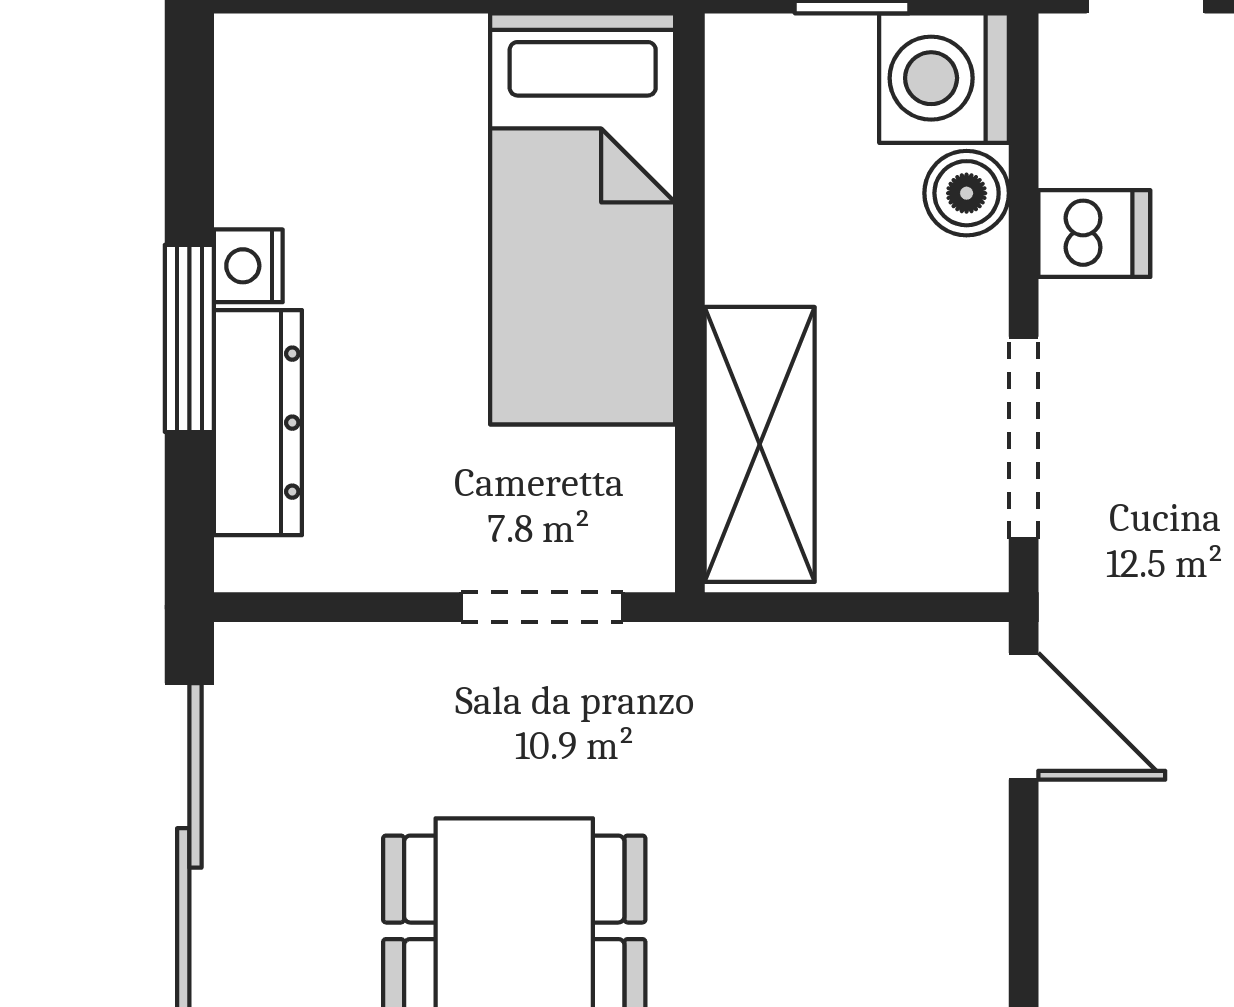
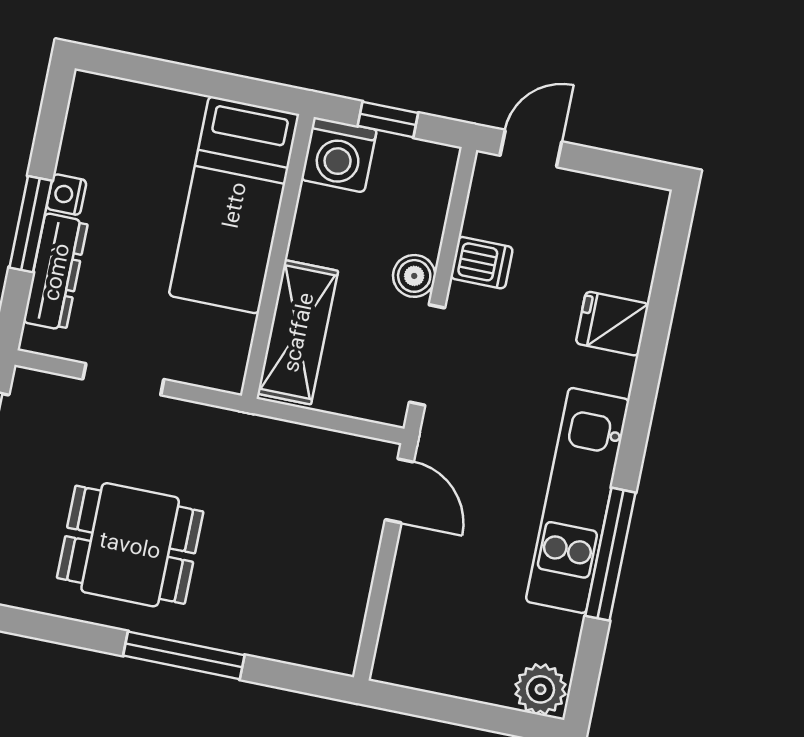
washing machine: (944, 78) -> (339, 155), moved, turned -90
boiler: (967, 193) -> (414, 276), moved
doorway: (542, 607) -> (123, 379), moved

